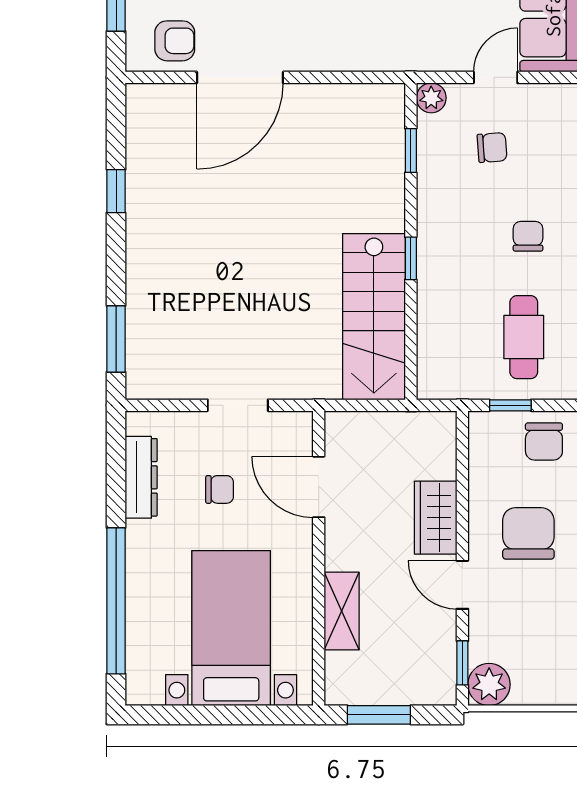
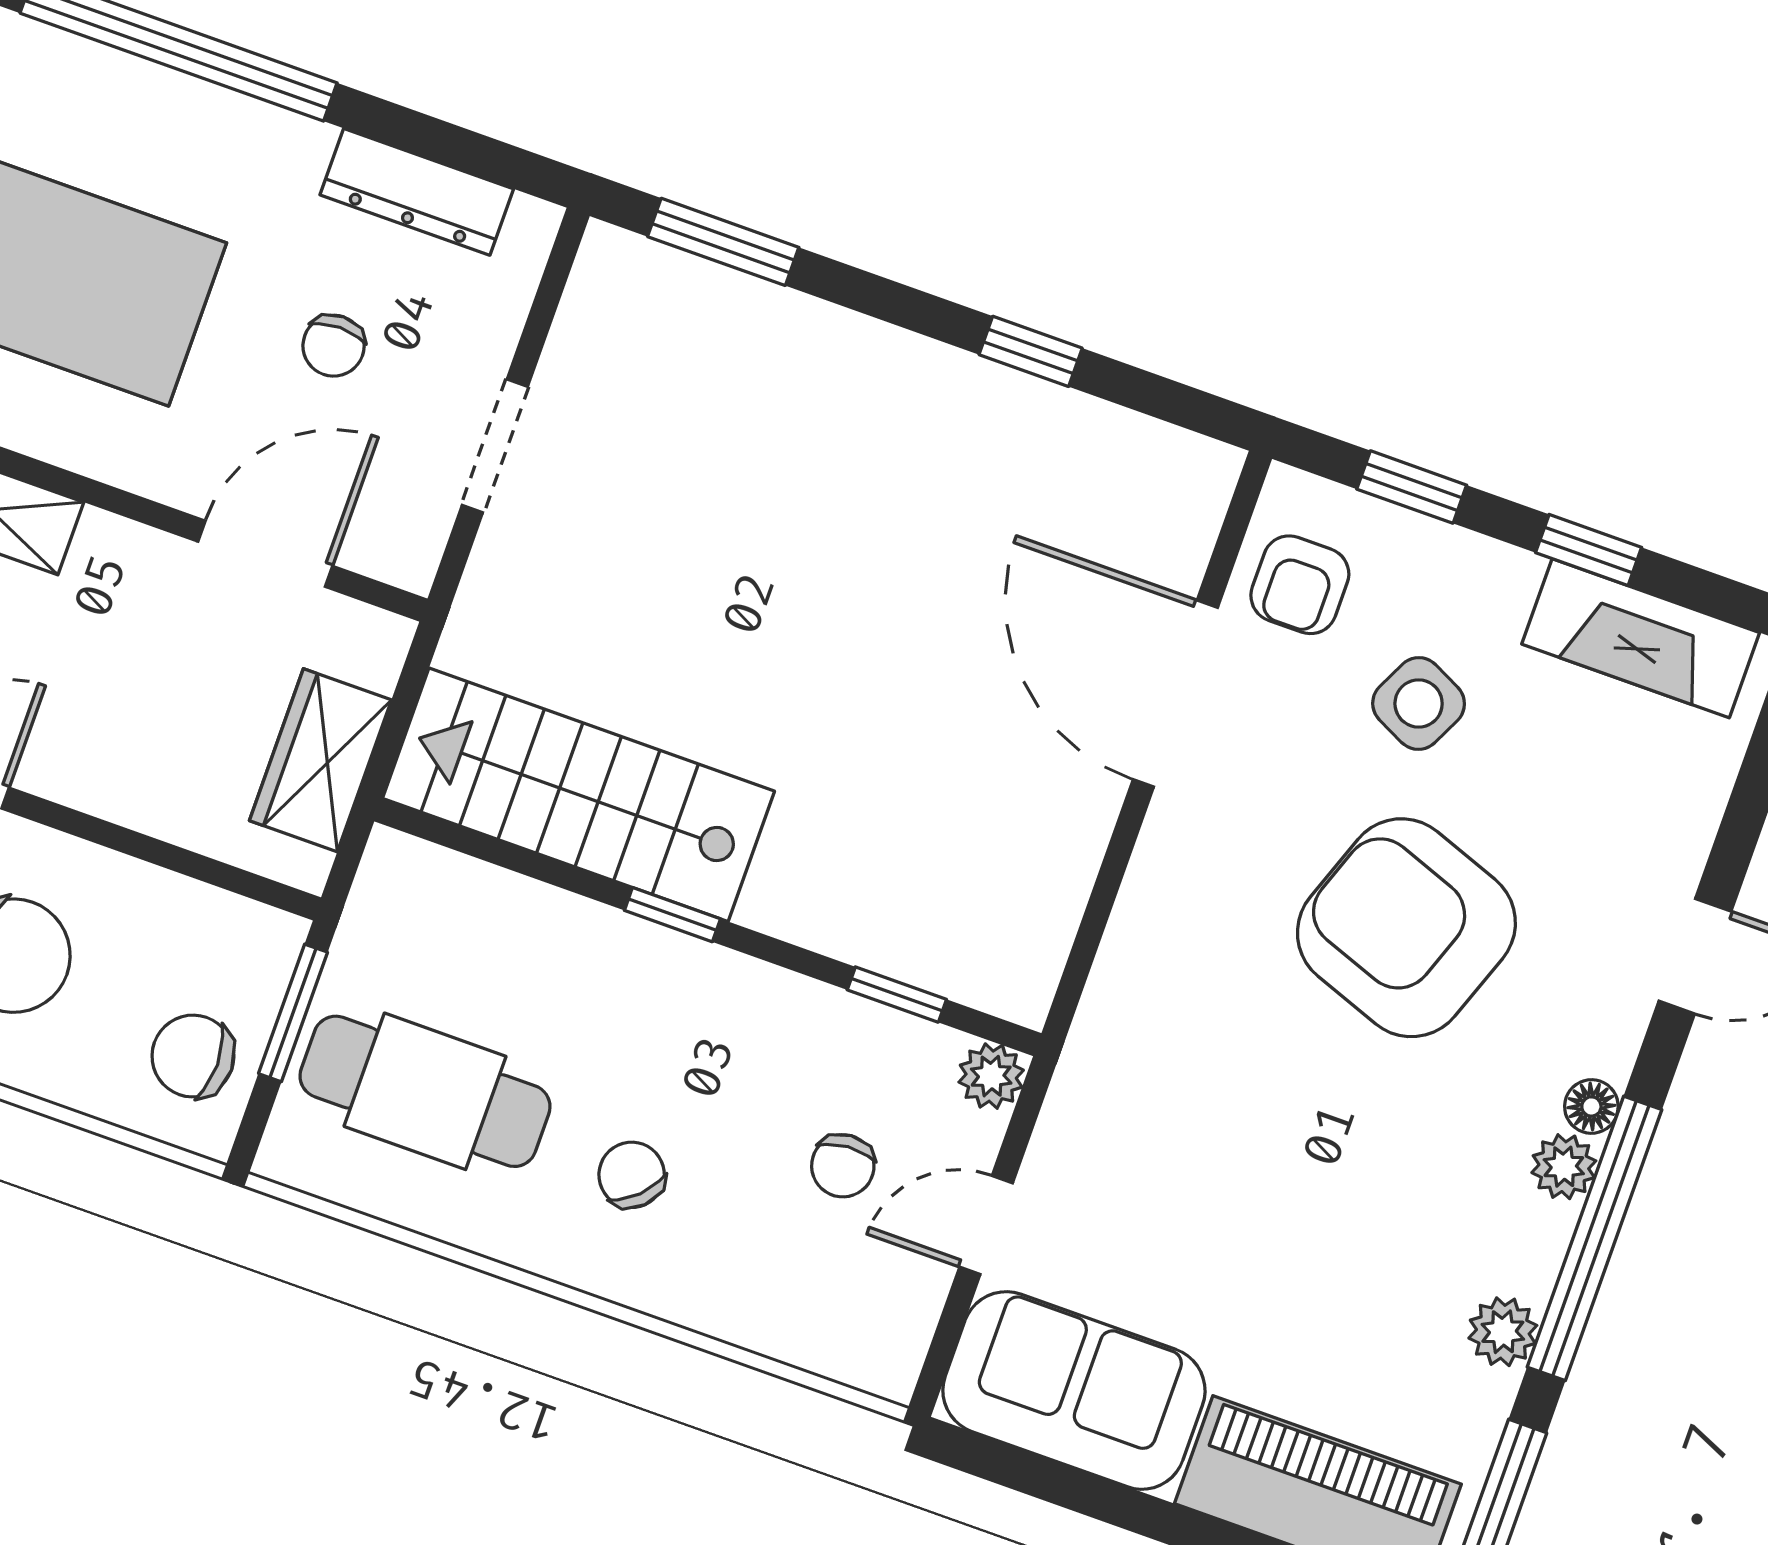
door: (496, 77) -> (986, 1225), swing flipped
chair: (528, 236) -> (632, 1175), turned -134
cafe table: (524, 337) -> (425, 1091), width x1.37, depth x1.35
window: (510, 405) -> (293, 1013), width x1.50
wardrobe: (436, 518) -> (320, 760), moved, turned -90

